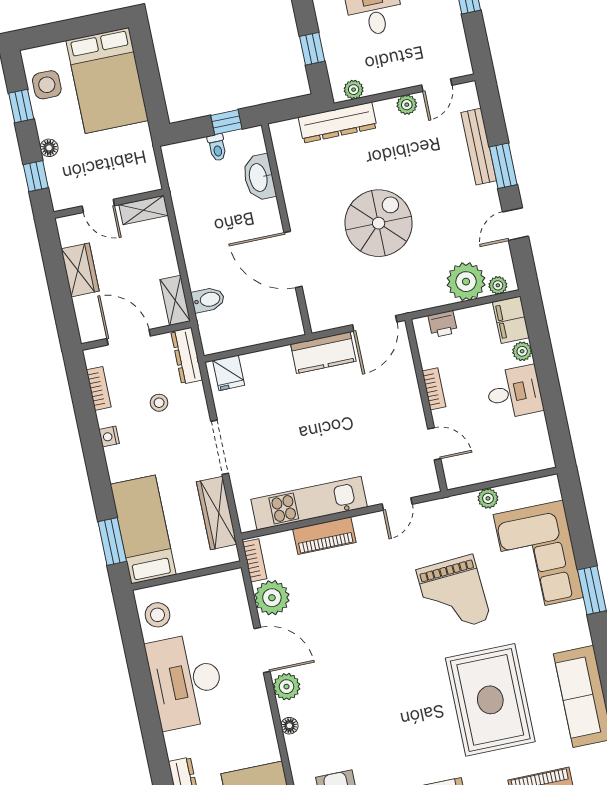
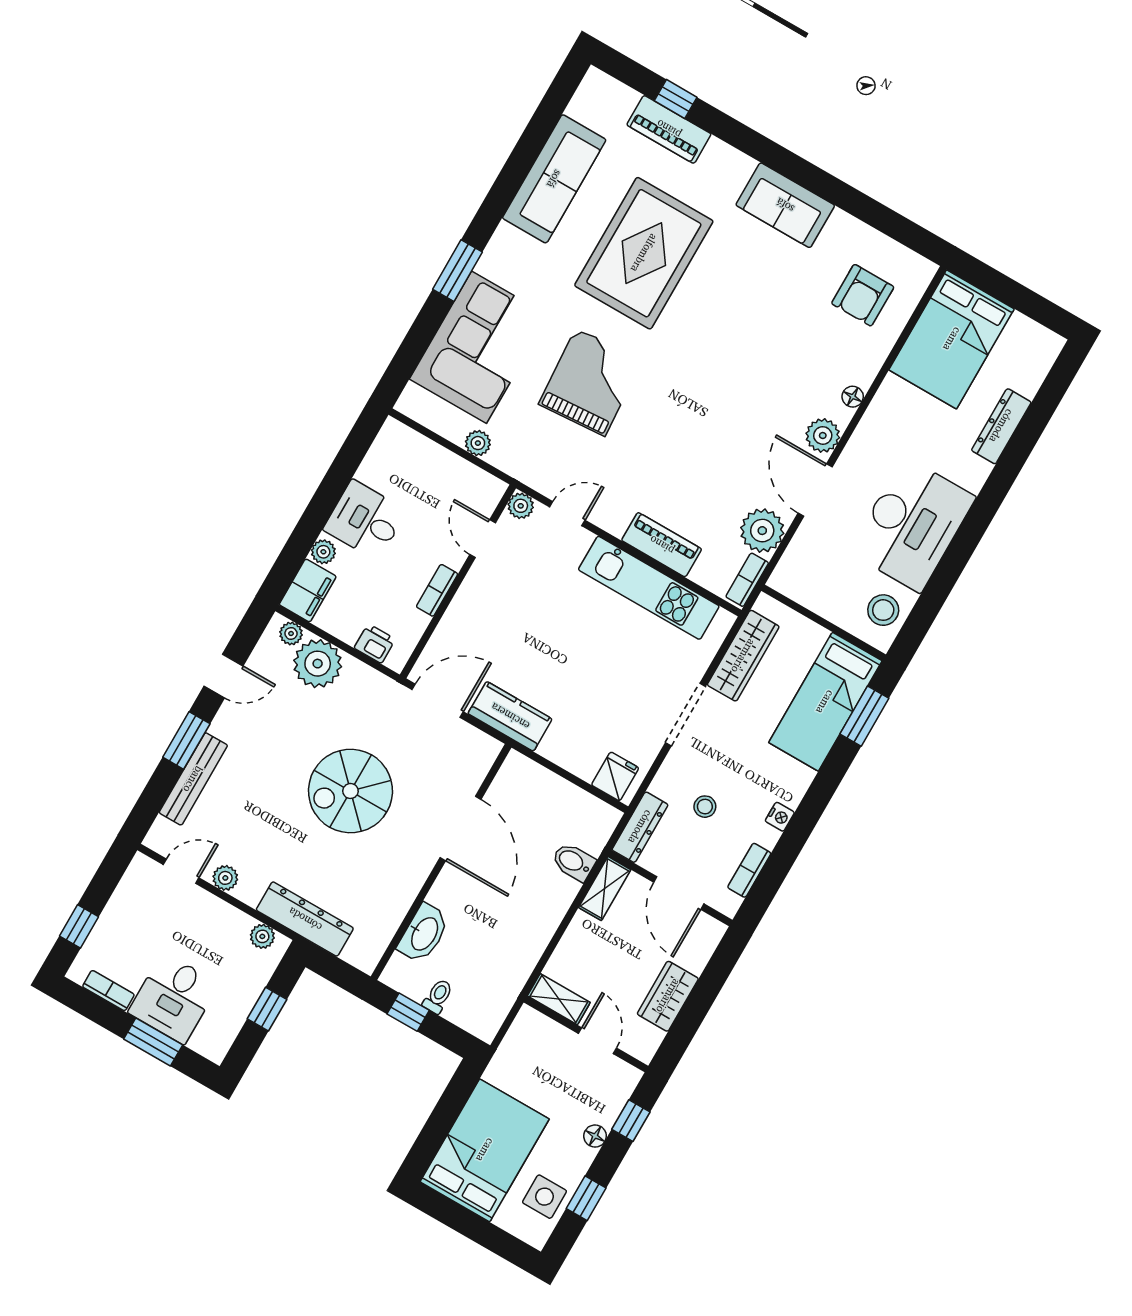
plant: (429, 484) -> (521, 506), added

